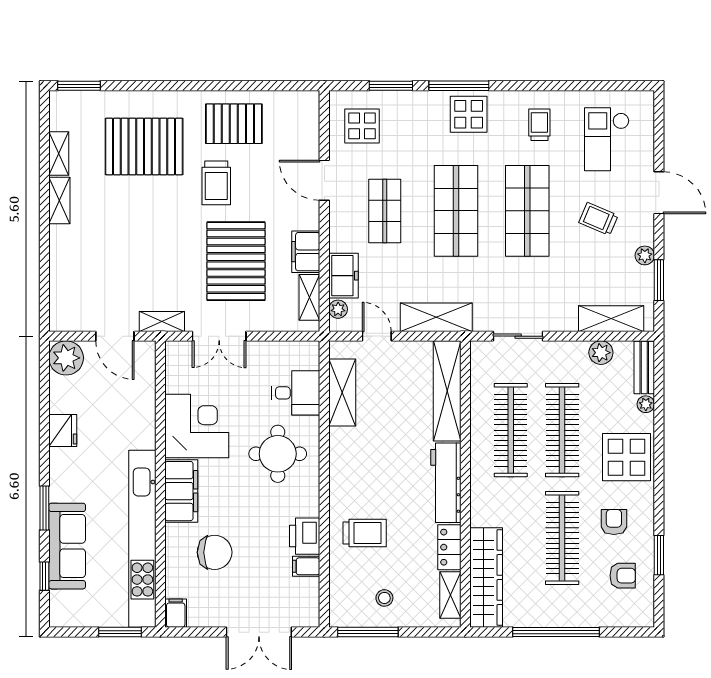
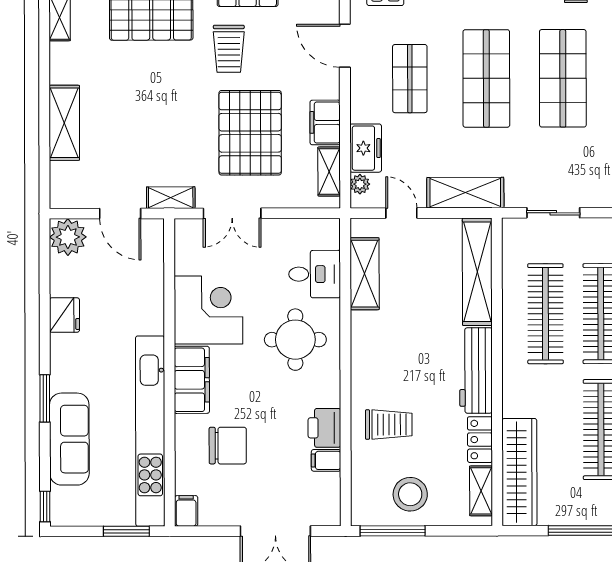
shelving: (59, 201) -> (64, 123), moved, width x1.50, depth x1.33
window: (44, 576) -> (45, 506), moved
stool: (384, 598) -> (410, 494), width x1.89, depth x1.89

